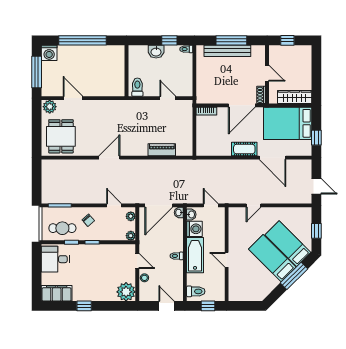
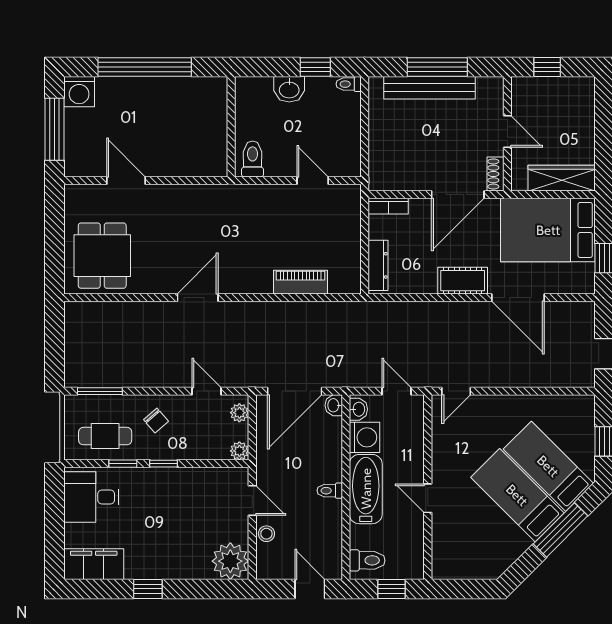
plant: (50, 107) -> (80, 197), removed
dresser: (201, 141) -> (378, 265), added
door: (253, 205) -> (456, 391), moved

